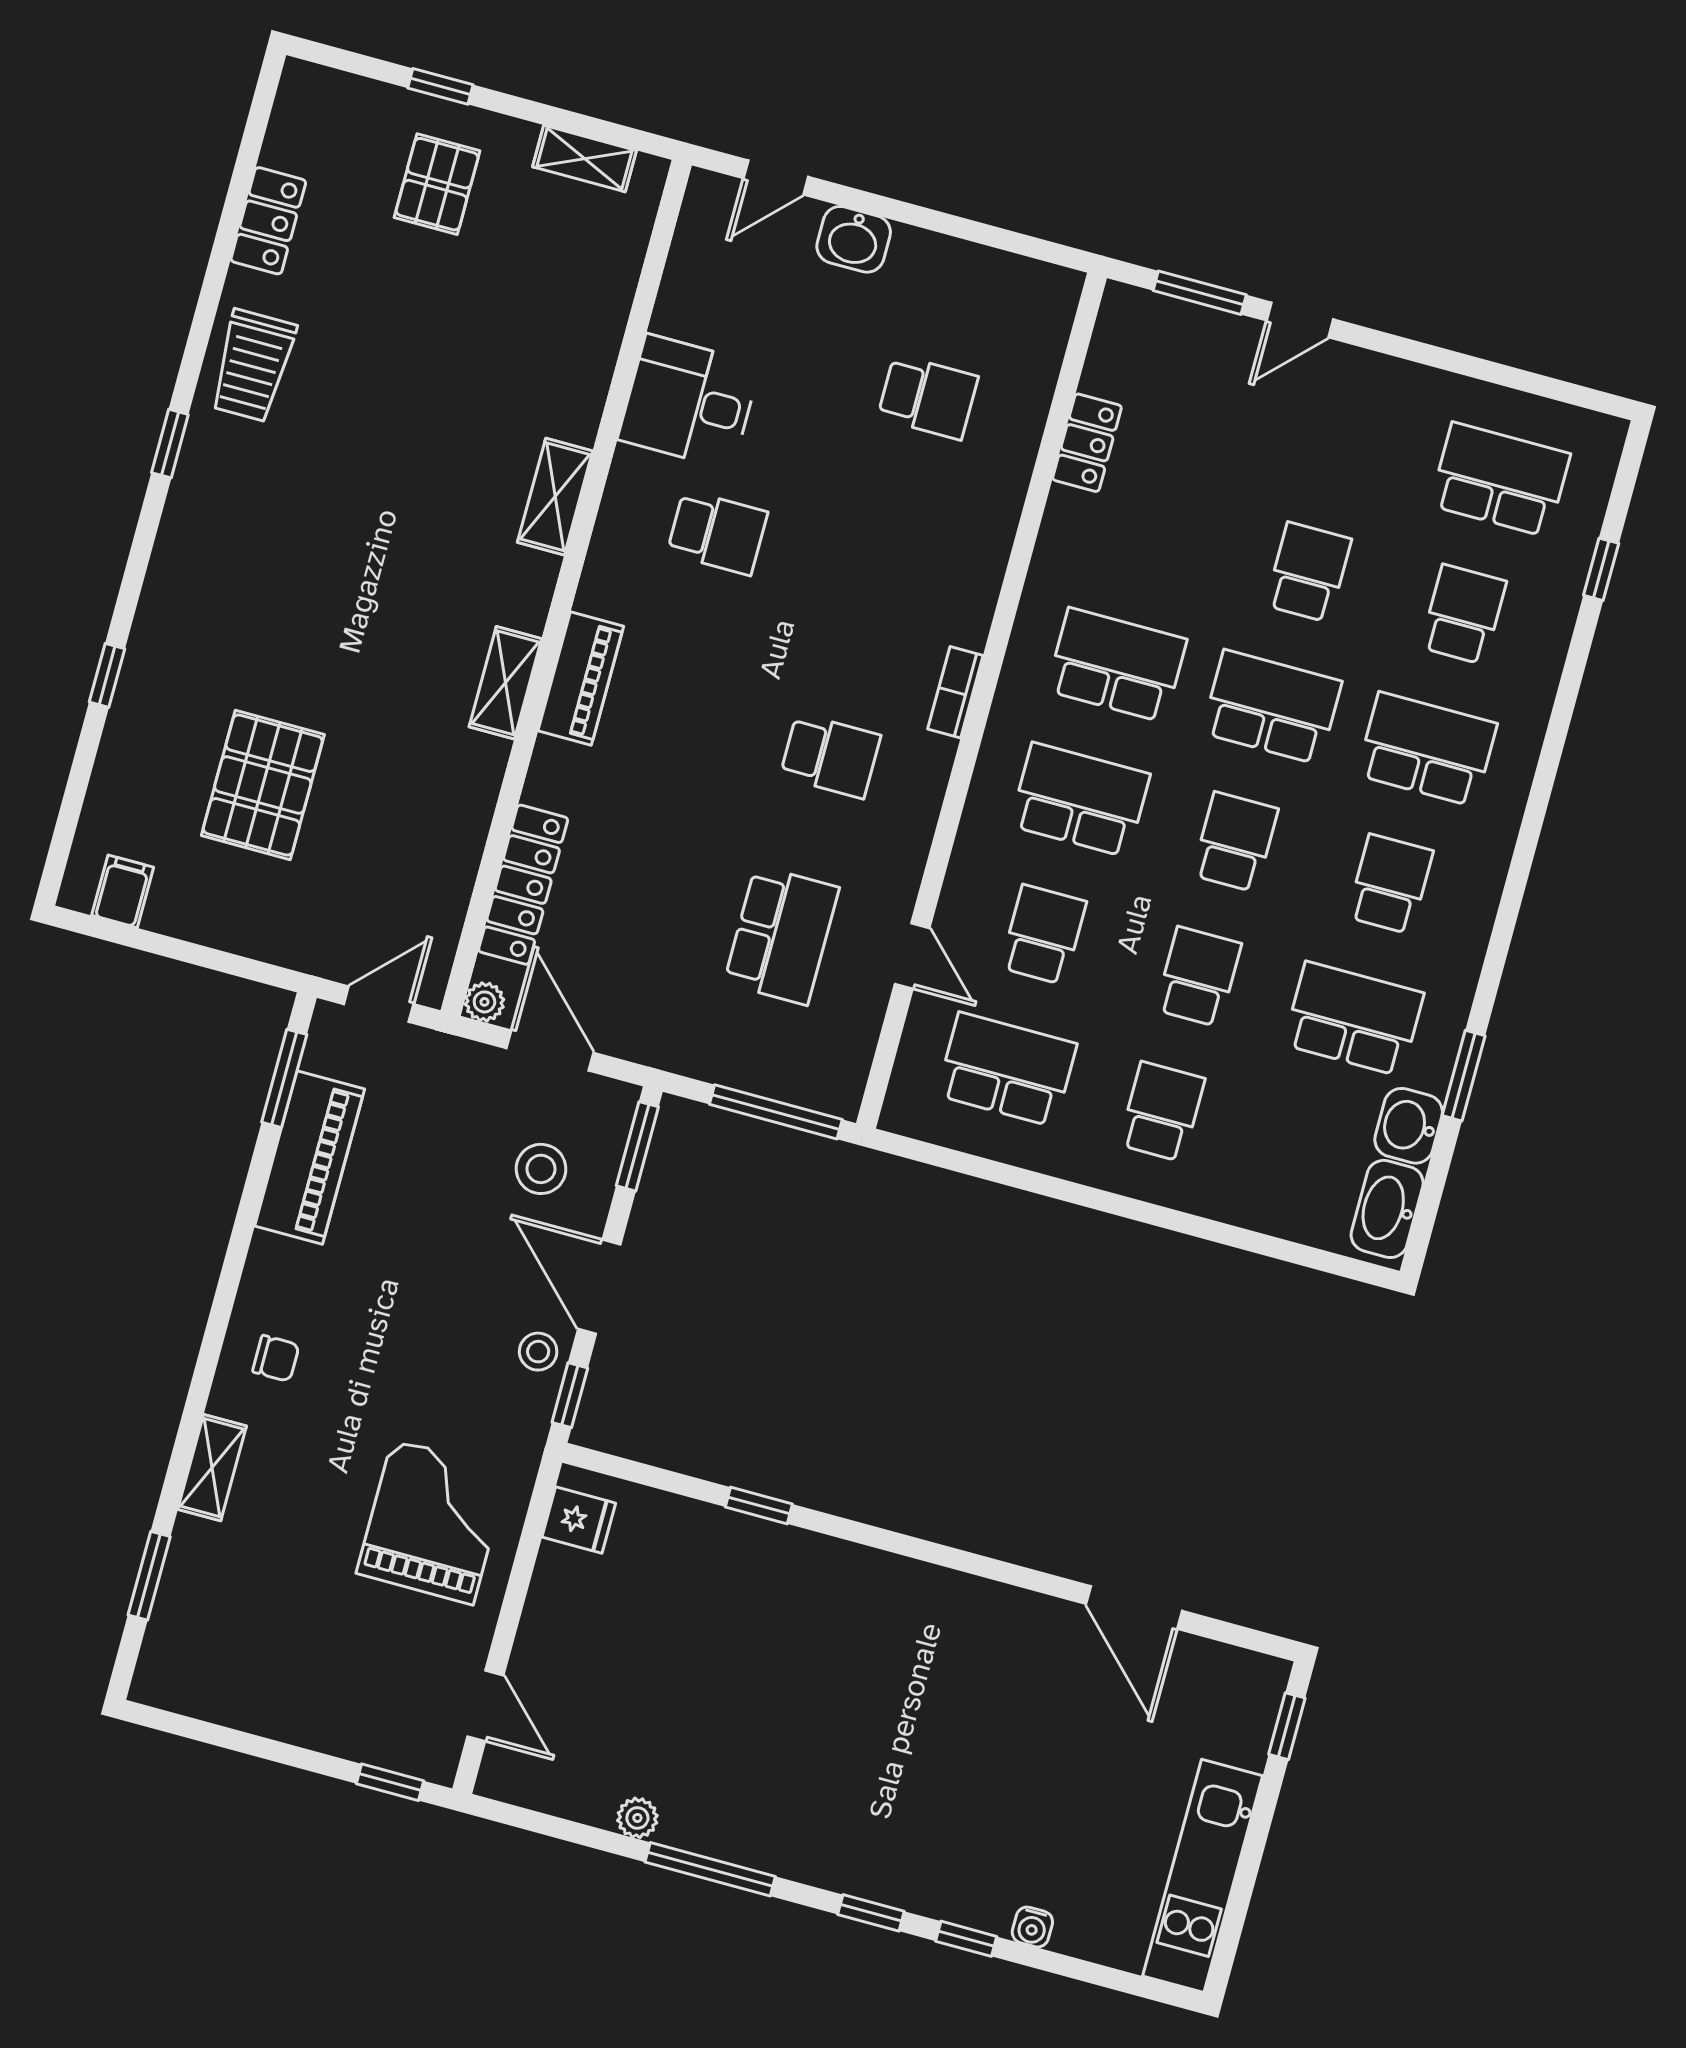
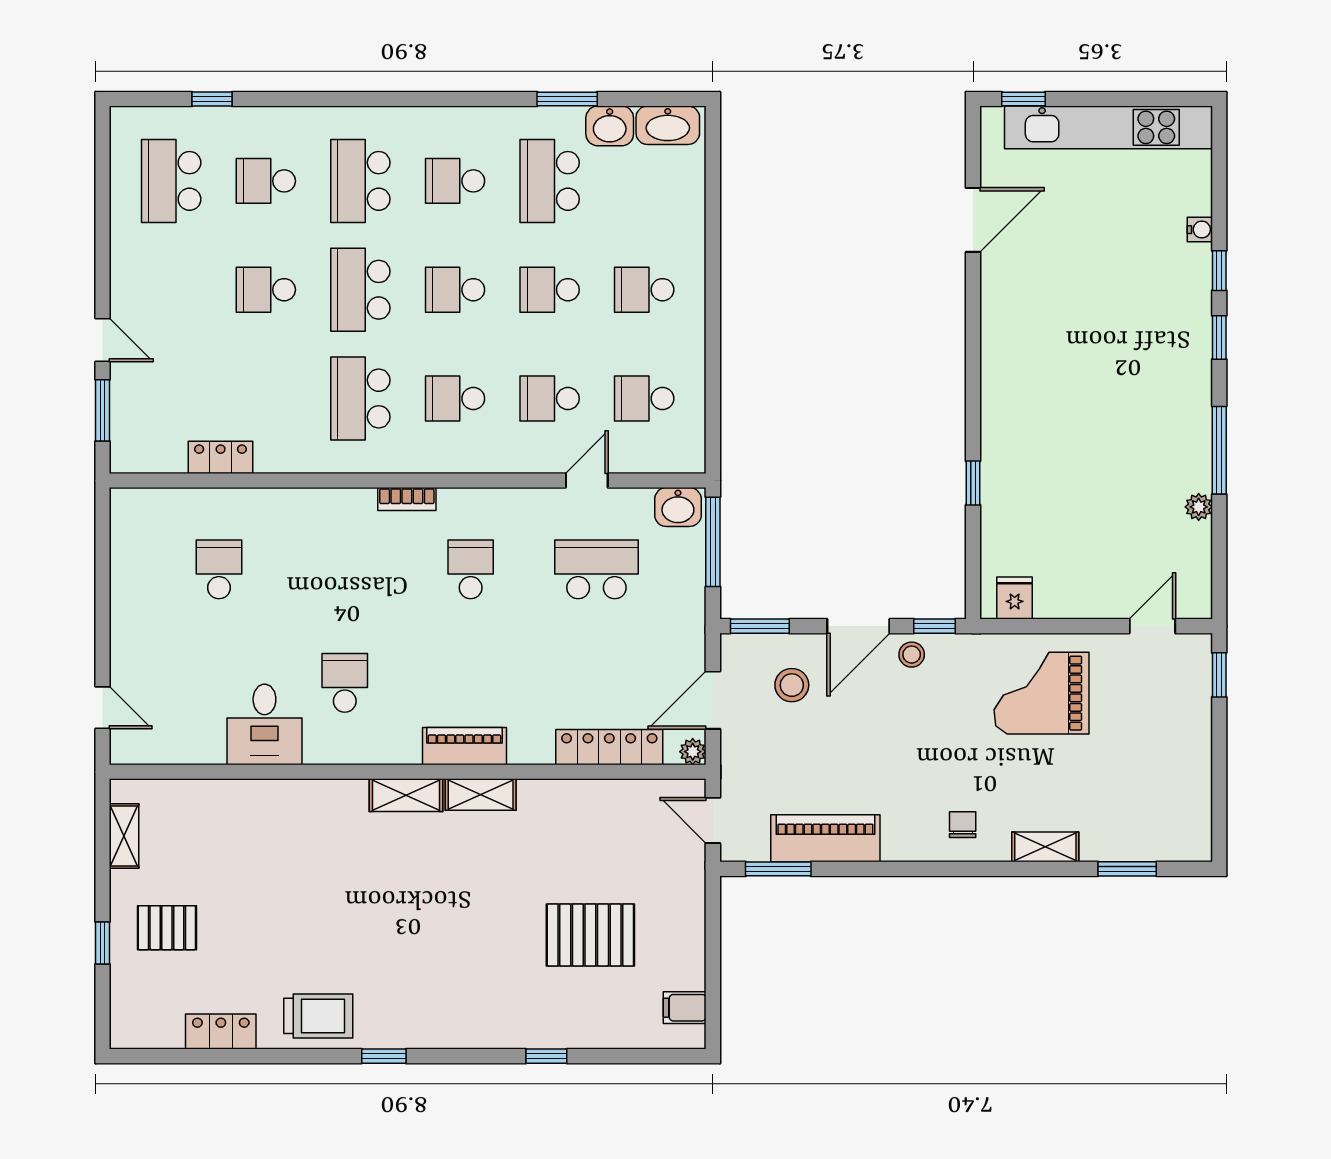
washbasin: (854, 239) -> (678, 507), moved, turned 90
shelving: (555, 497) -> (406, 795), moved
school desk: (1080, 800) -> (455, 399), width x0.54
school desk: (1007, 1069) -> (644, 399), width x0.54
kitchen unit: (1203, 1876) -> (1108, 127), width x1.36

